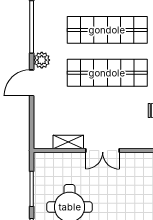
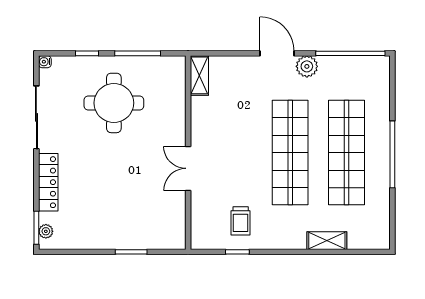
shelving: (68, 142) -> (199, 75), moved
double door: (103, 150) -> (188, 168), moved

